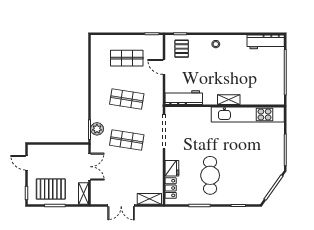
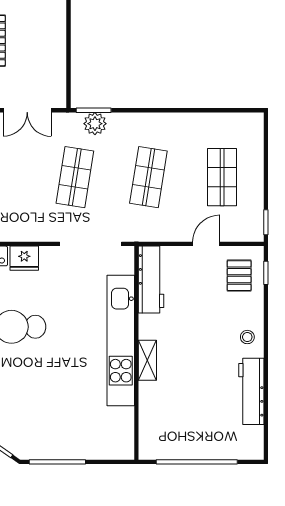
workbench: (266, 42) -> (251, 391), moved
pallet: (182, 49) -> (239, 276), turned 90
kitchen unit: (248, 114) -> (121, 341), moved

